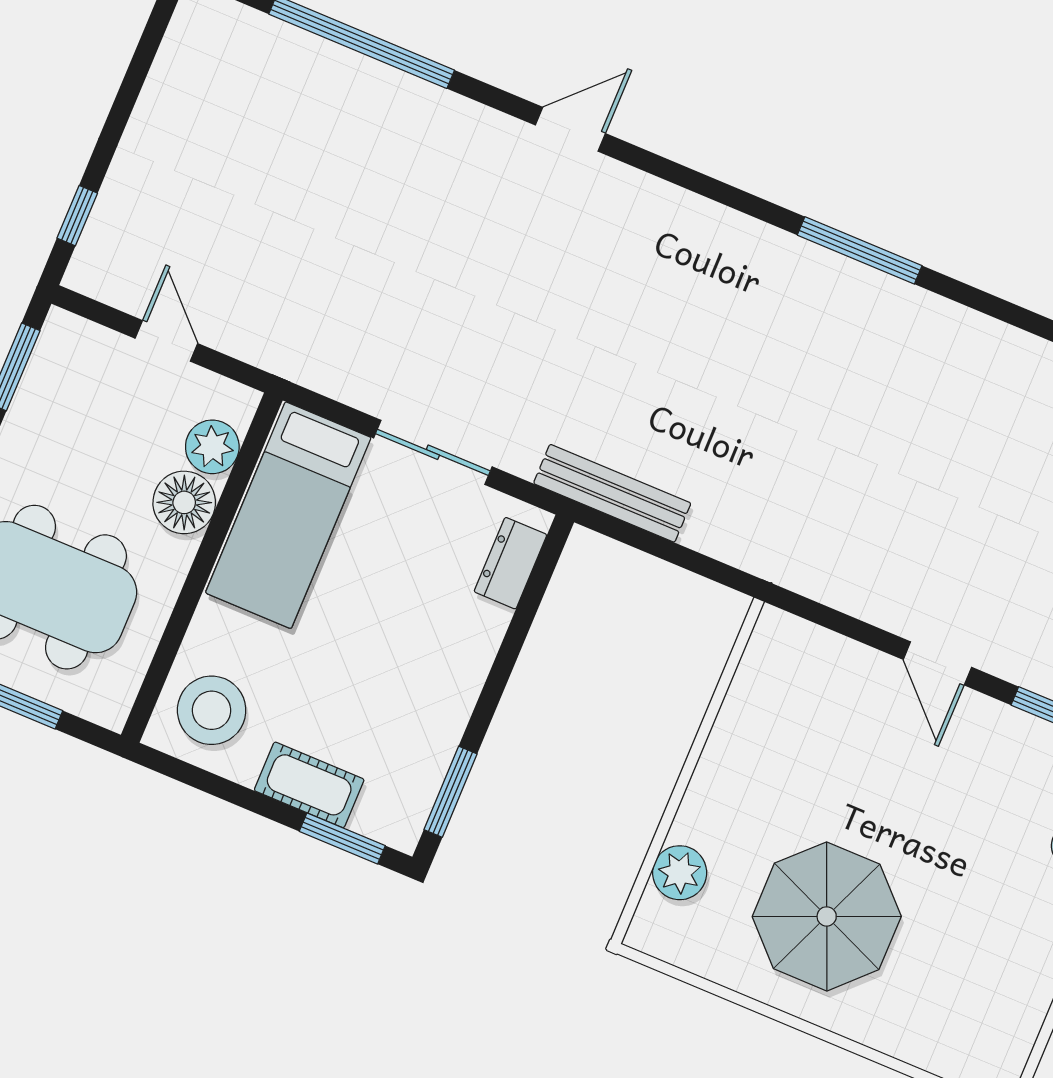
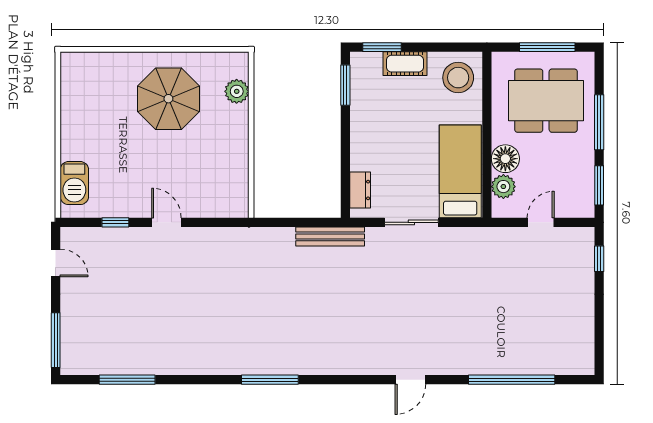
door: (166, 341) -> (541, 222), swing flipped

